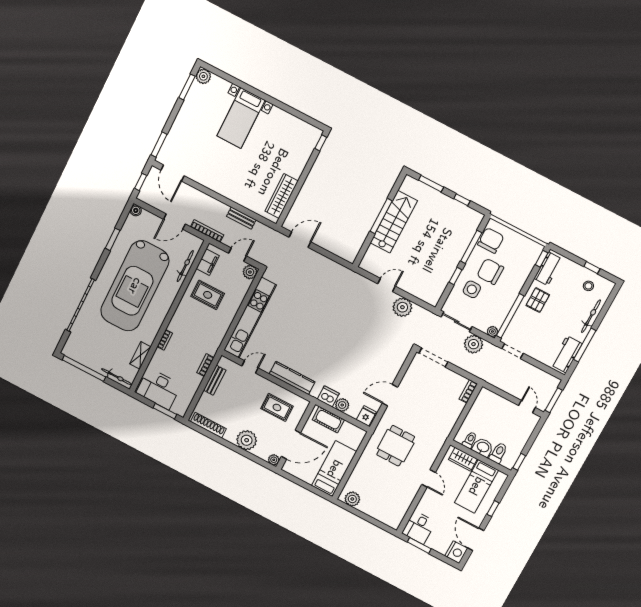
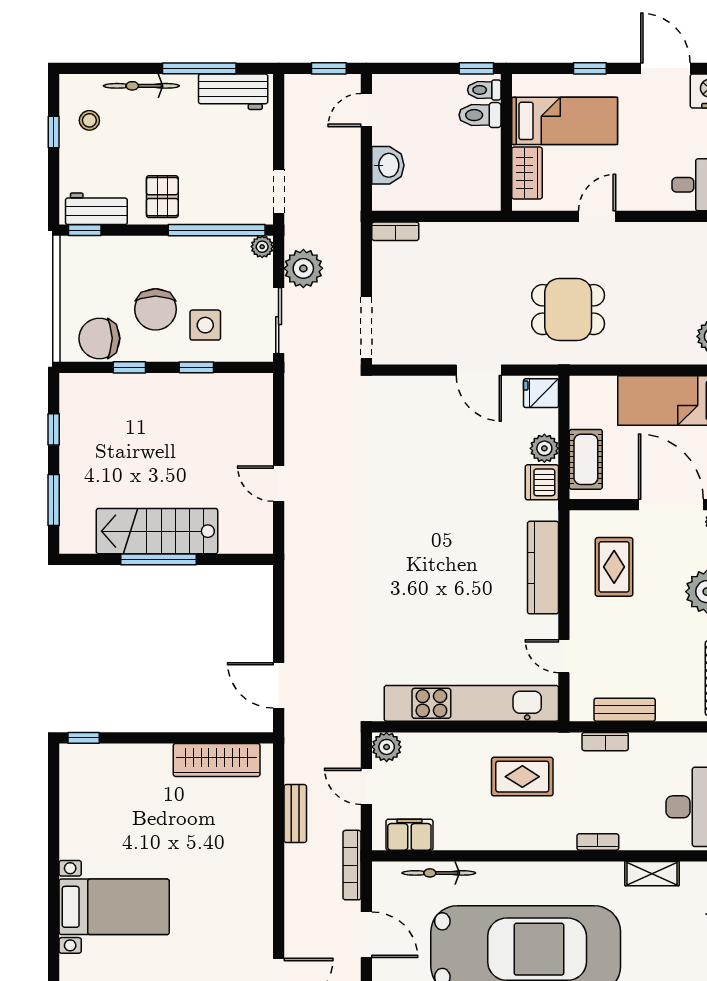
window: (471, 247) -> (129, 367), width x0.46
rug: (208, 295) -> (522, 777), moved, turned 90
pallet: (538, 300) -> (162, 197), turned 90
plant: (402, 307) -> (304, 433), removed
window: (554, 400) -> (329, 68), width x0.67
toilet: (470, 440) -> (484, 90), moved
washbasin: (483, 447) -> (388, 165), moved, turned 180
door: (476, 539) -> (665, 68), swing flipped

